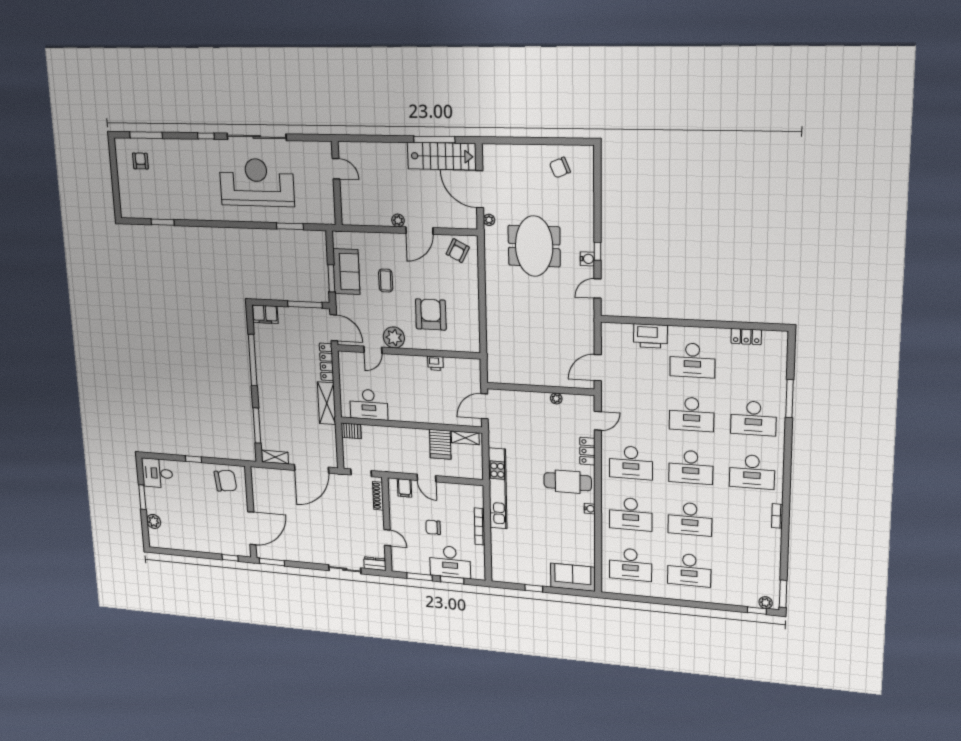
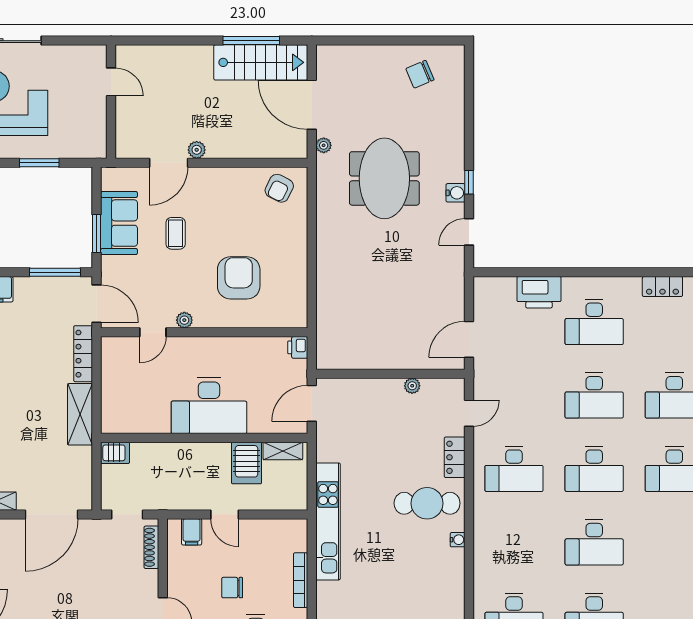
door: (419, 231) -> (169, 163), moved
plant: (394, 337) -> (184, 320), width x0.53, depth x0.53
printer: (435, 363) -> (298, 347), moved, turned 90
desk: (369, 404) -> (209, 406), moved, width x1.36, depth x1.30
desk: (631, 514) -> (514, 542), removed

